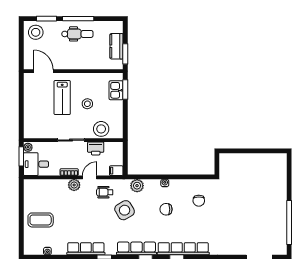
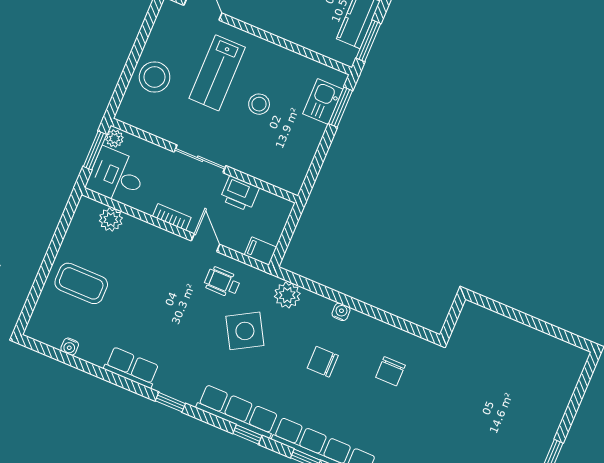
stool: (101, 129) -> (155, 77), moved
door: (90, 177) -> (206, 243), hinge flipped
plant: (74, 185) -> (111, 219), moved
row of seats: (86, 249) -> (132, 368), width x0.68

